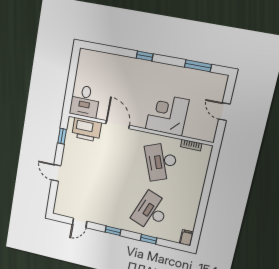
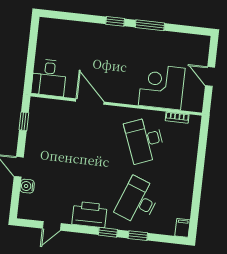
window: (198, 66) -> (150, 25), moved
corner desk: (167, 115) -> (162, 87), moved
printer: (87, 130) -> (90, 214), moved, turned 180
water cooler: (62, 189) -> (27, 186), added
window: (113, 231) -> (108, 232), moved

